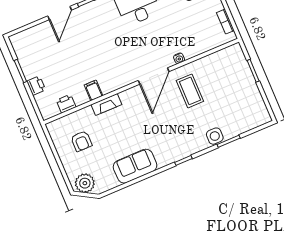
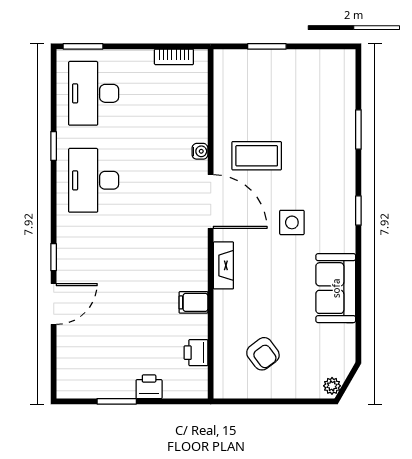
door: (60, 13) -> (54, 304), hinge flipped
fireplace: (106, 104) -> (223, 265), moved
side table: (215, 136) -> (292, 222), moved
armchair: (81, 141) -> (263, 354), turned 53
plant: (85, 183) -> (332, 386), width x0.53, depth x0.53

